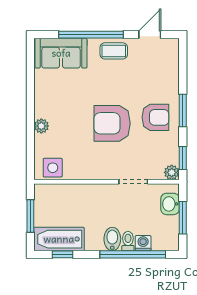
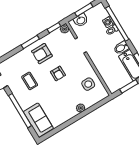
coffee table: (114, 51) -> (30, 81), moved
armchair: (155, 117) -> (42, 54), turned -90
armchair: (112, 123) -> (58, 73), width x0.53, depth x0.53
side table: (53, 168) -> (88, 84), moved
bidet: (112, 239) -> (121, 48), moved

